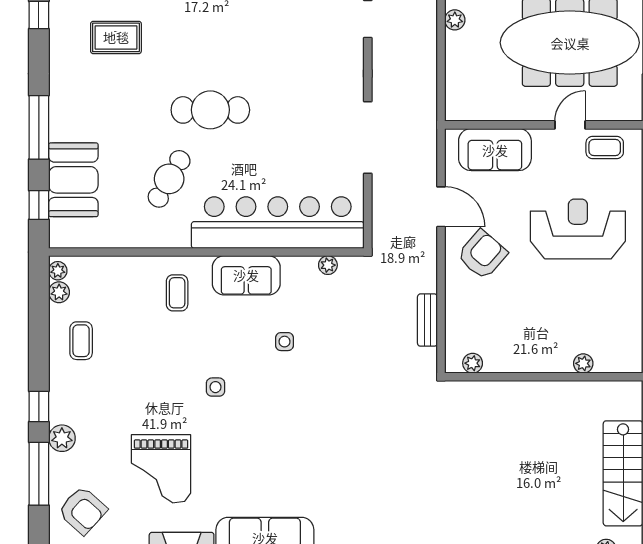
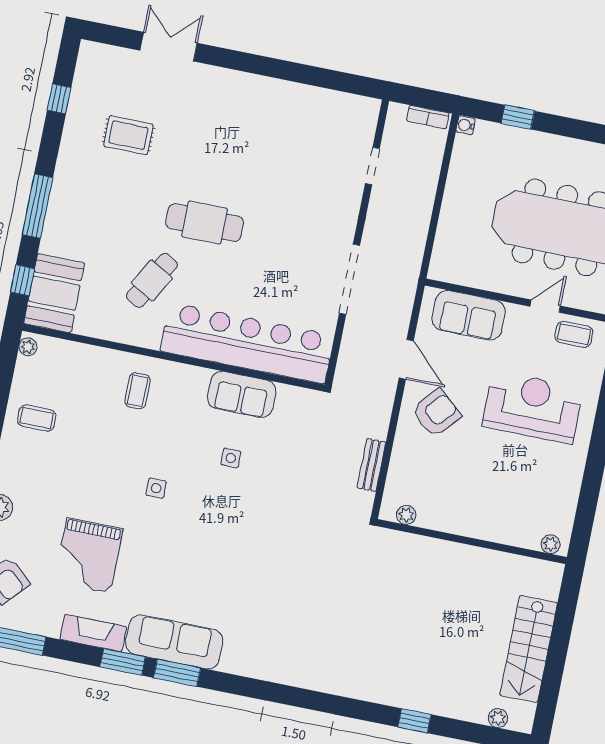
plant: (455, 20) -> (455, 184), removed
booth: (73, 180) -> (54, 293), moved
plant: (328, 265) -> (287, 393), removed
sofa: (246, 275) -> (242, 394), moved
plant: (59, 292) -> (25, 368), removed
coffee table: (81, 341) -> (37, 418), turned 90
plant: (583, 363) -> (551, 544), moved

